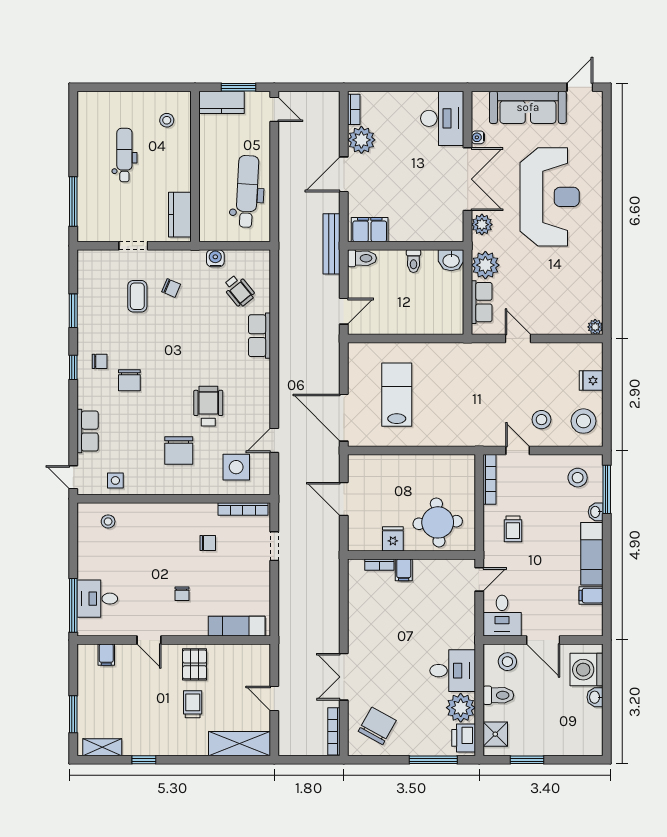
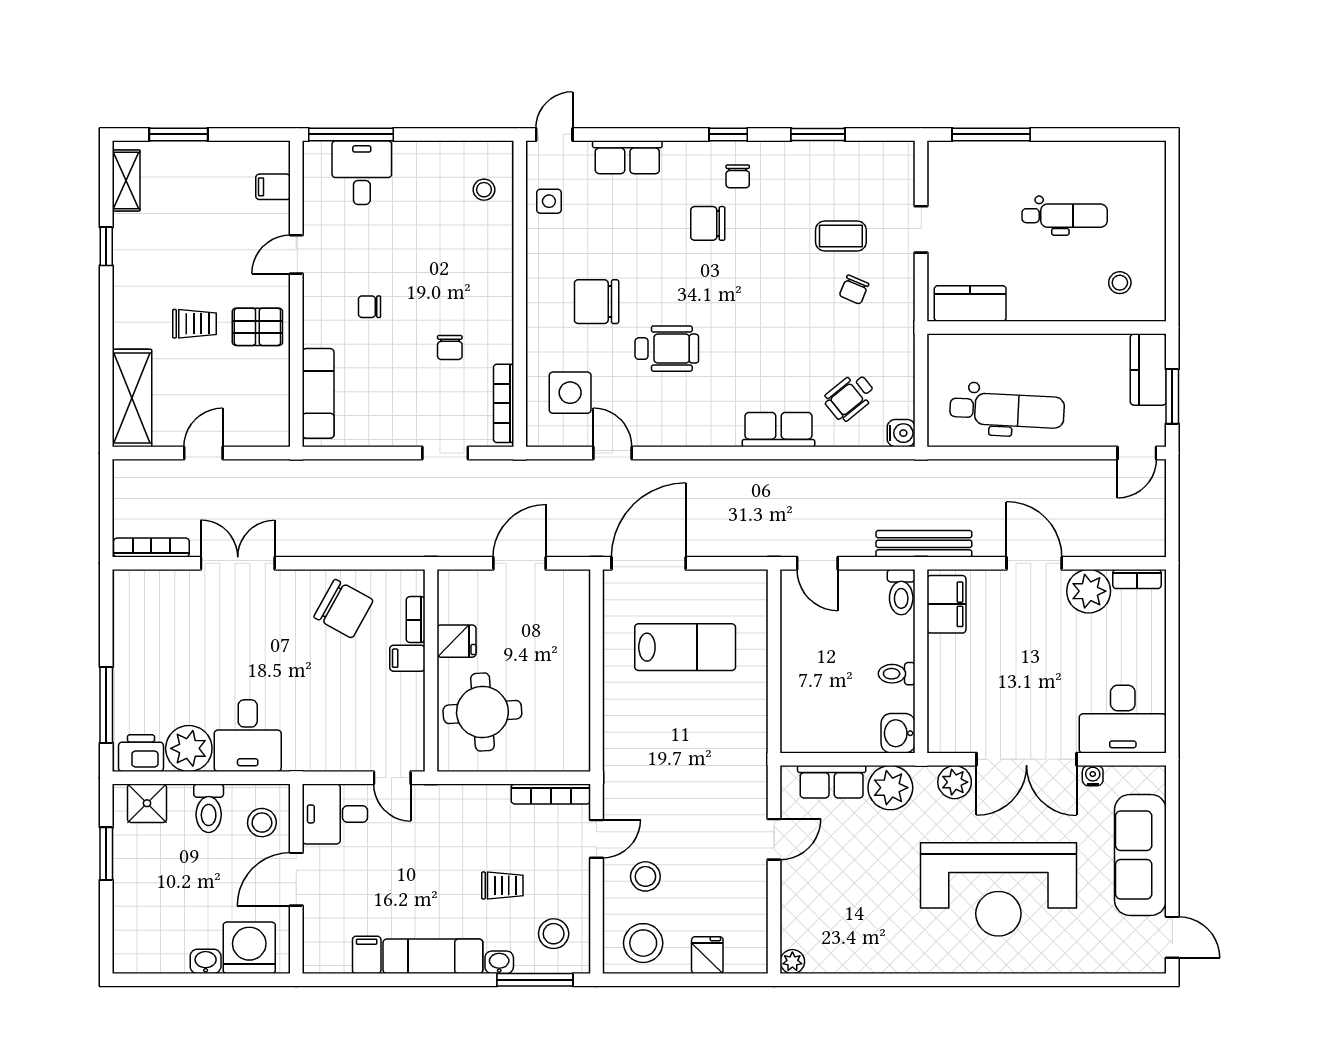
water cooler: (215, 258) -> (901, 433), moved
trolley: (513, 529) -> (502, 885), moved, turned 180
chair: (377, 726) -> (344, 609), moved

